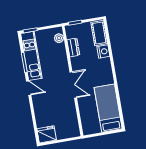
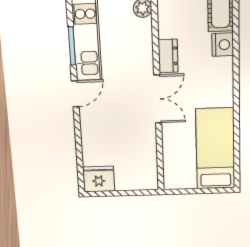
dresser: (73, 47) -> (168, 56), moved
door: (29, 88) -> (75, 94), hinge flipped

